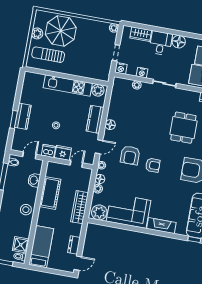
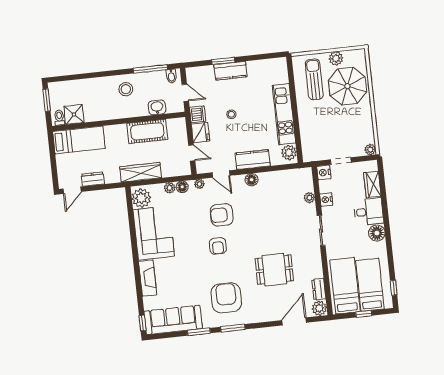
stool: (26, 210) -> (126, 89), moved
door: (78, 263) -> (72, 190), hinge flipped

